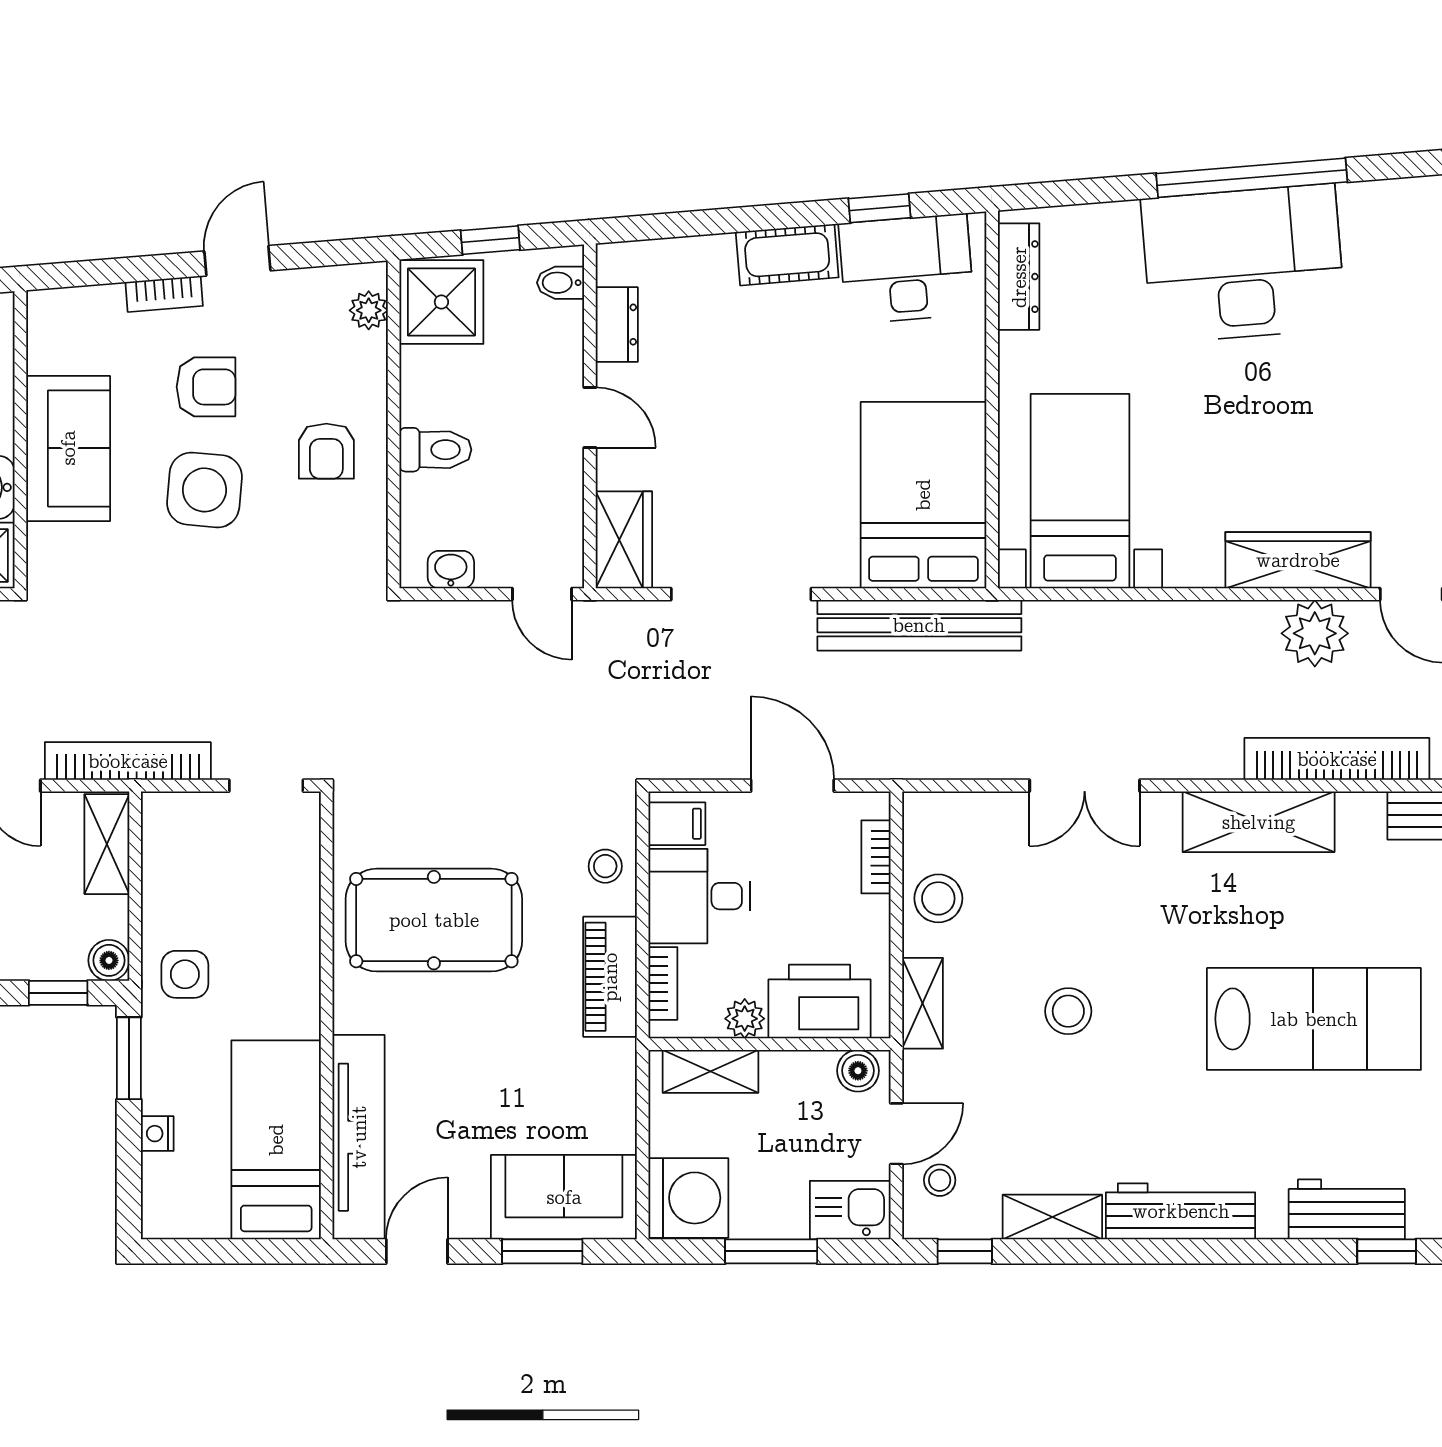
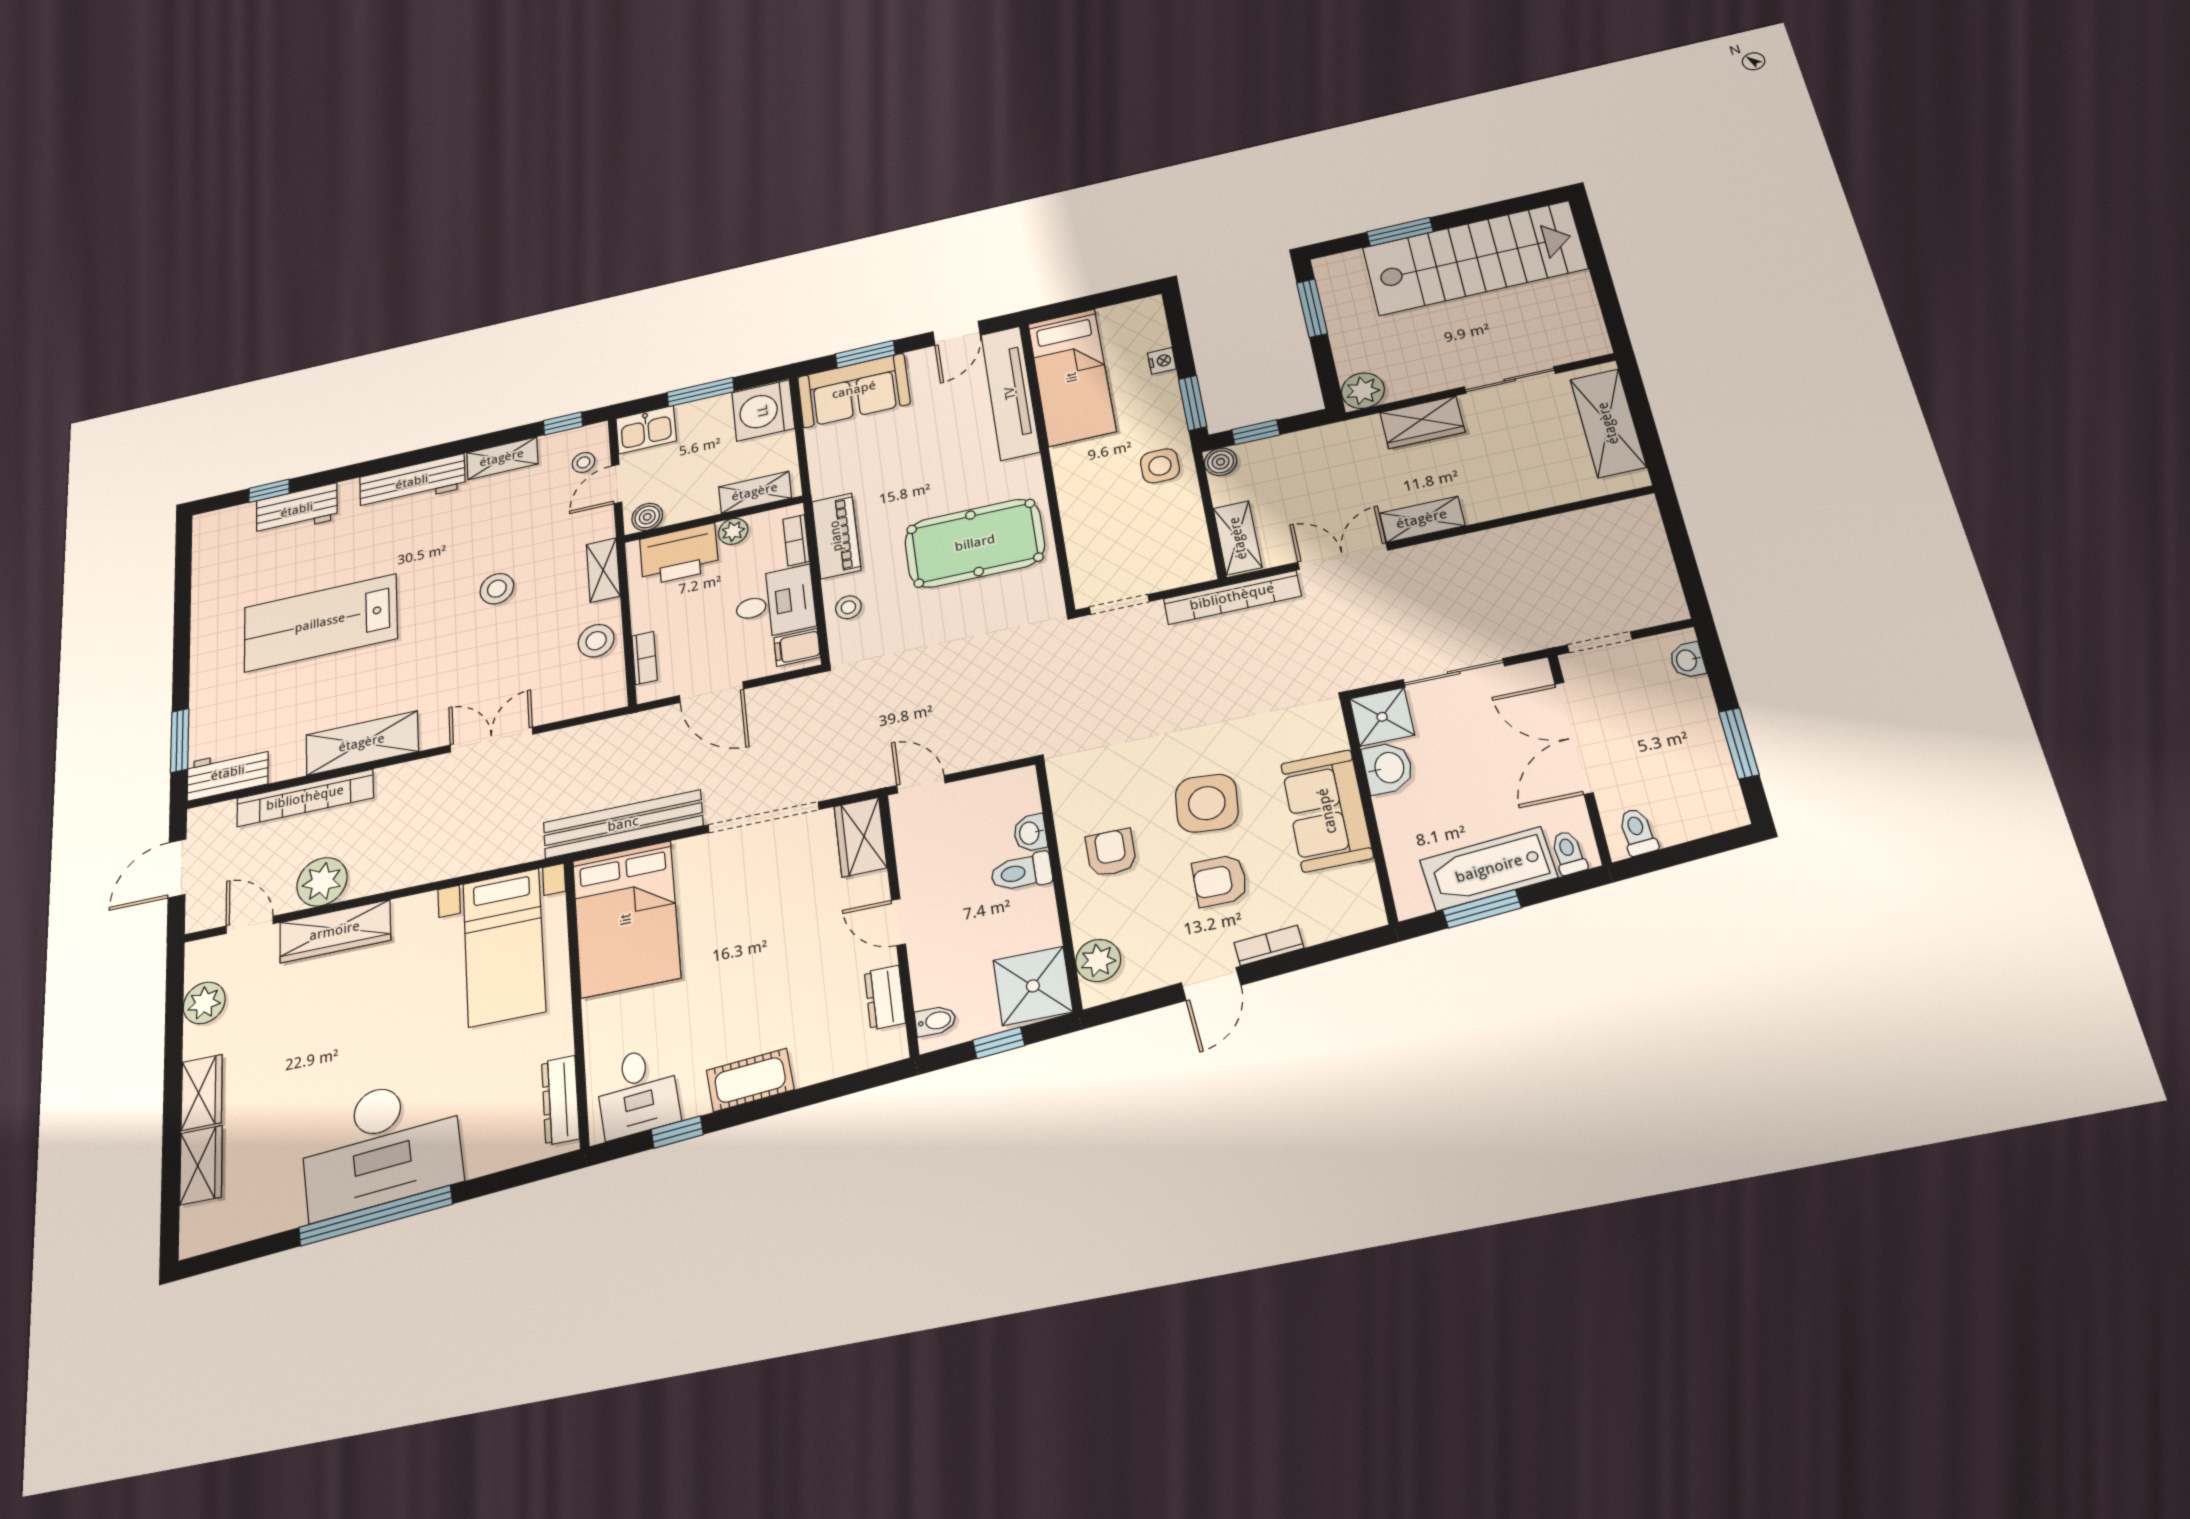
desk: (906, 269) -> (637, 1092), width x0.73
plant: (369, 310) -> (1098, 960), width x1.38, depth x1.38
washbasin: (451, 570) -> (1030, 833), moved, turned 90

